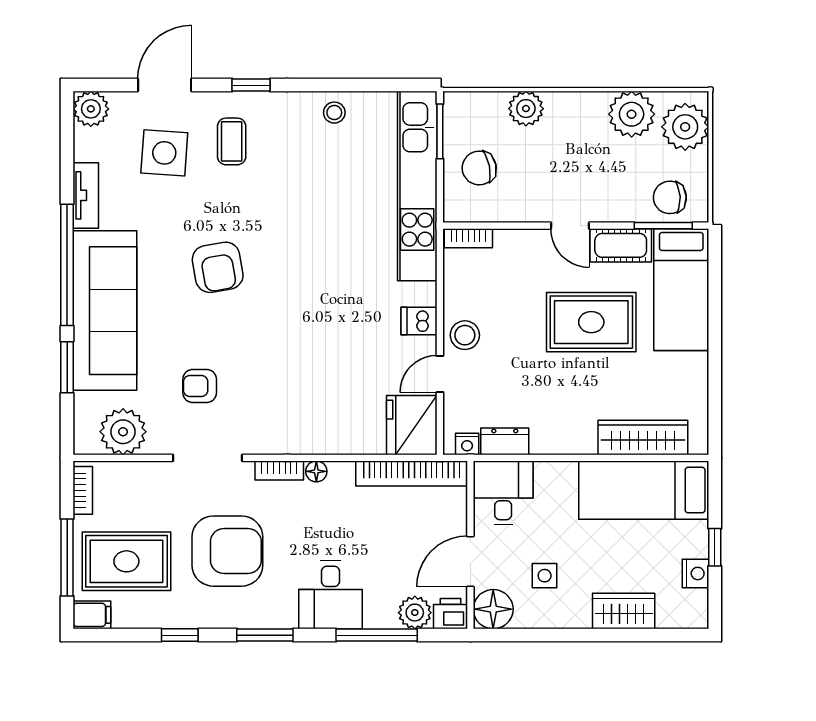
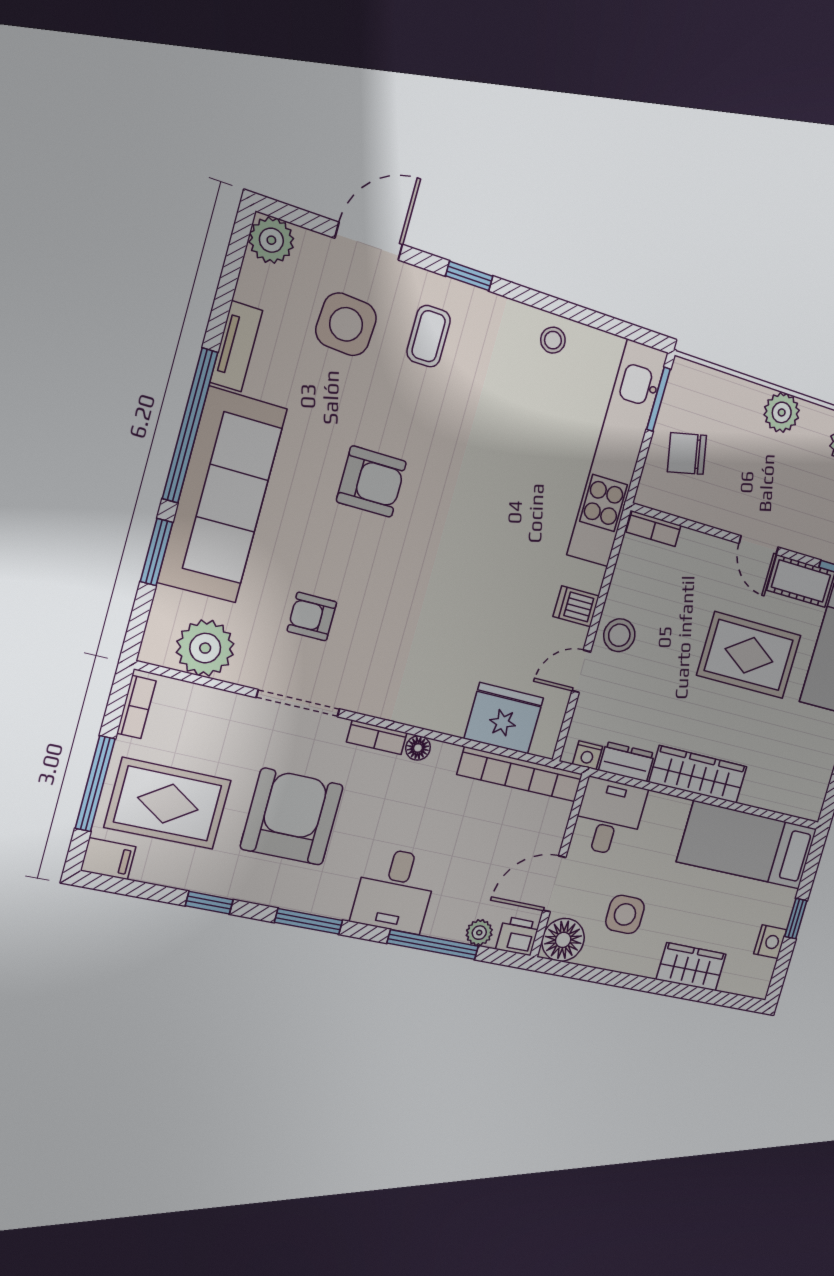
plant: (526, 109) -> (782, 412), moved
armchair: (218, 267) -> (371, 482), turned -80
fridge: (412, 425) -> (504, 718), moved, turned 90
wardrobe: (643, 437) -> (698, 775), moved
armchair: (227, 551) -> (292, 817), turned -90
side table: (545, 576) -> (625, 914), width x1.37, depth x1.37
plant: (415, 613) -> (479, 933), width x0.73, depth x0.73

